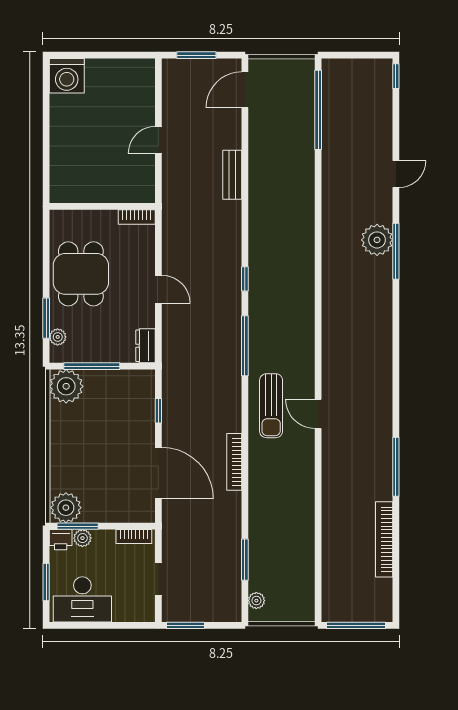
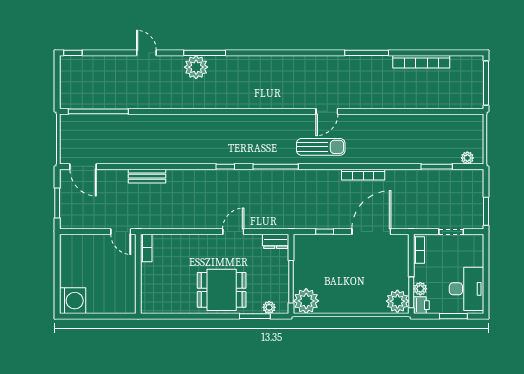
wall: (102, 206) -> (138, 274), moved
bookcase: (137, 217) -> (146, 248), moved

